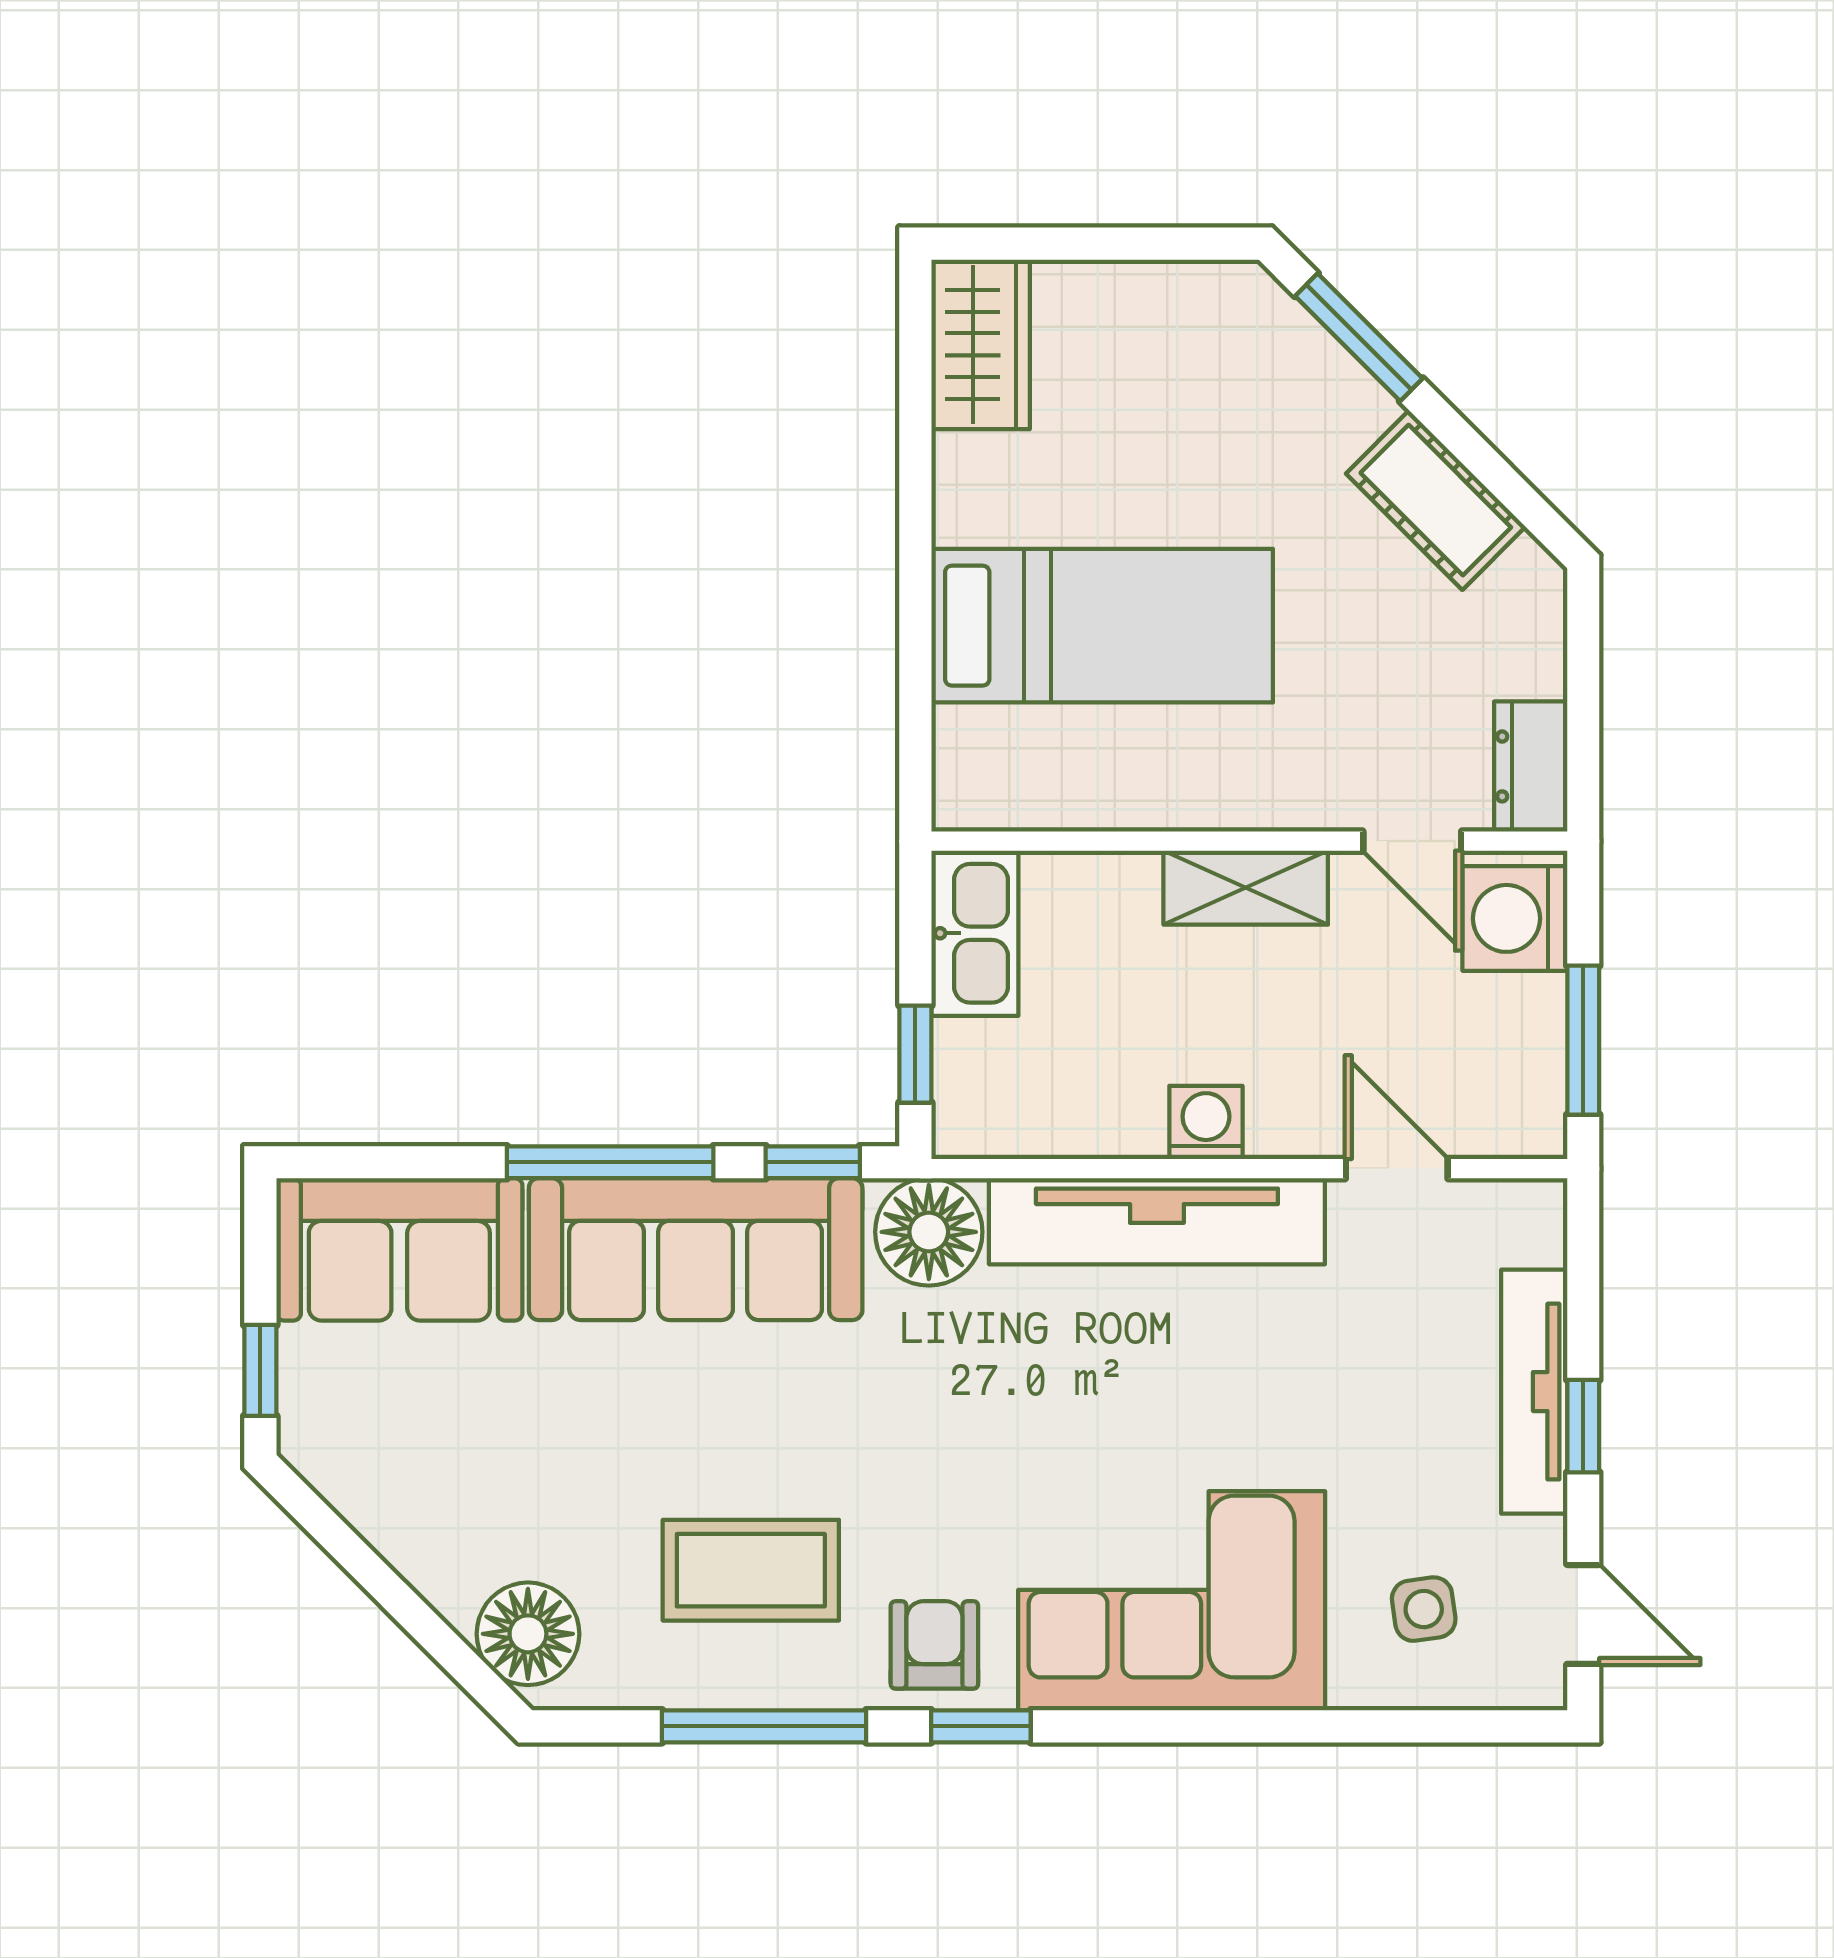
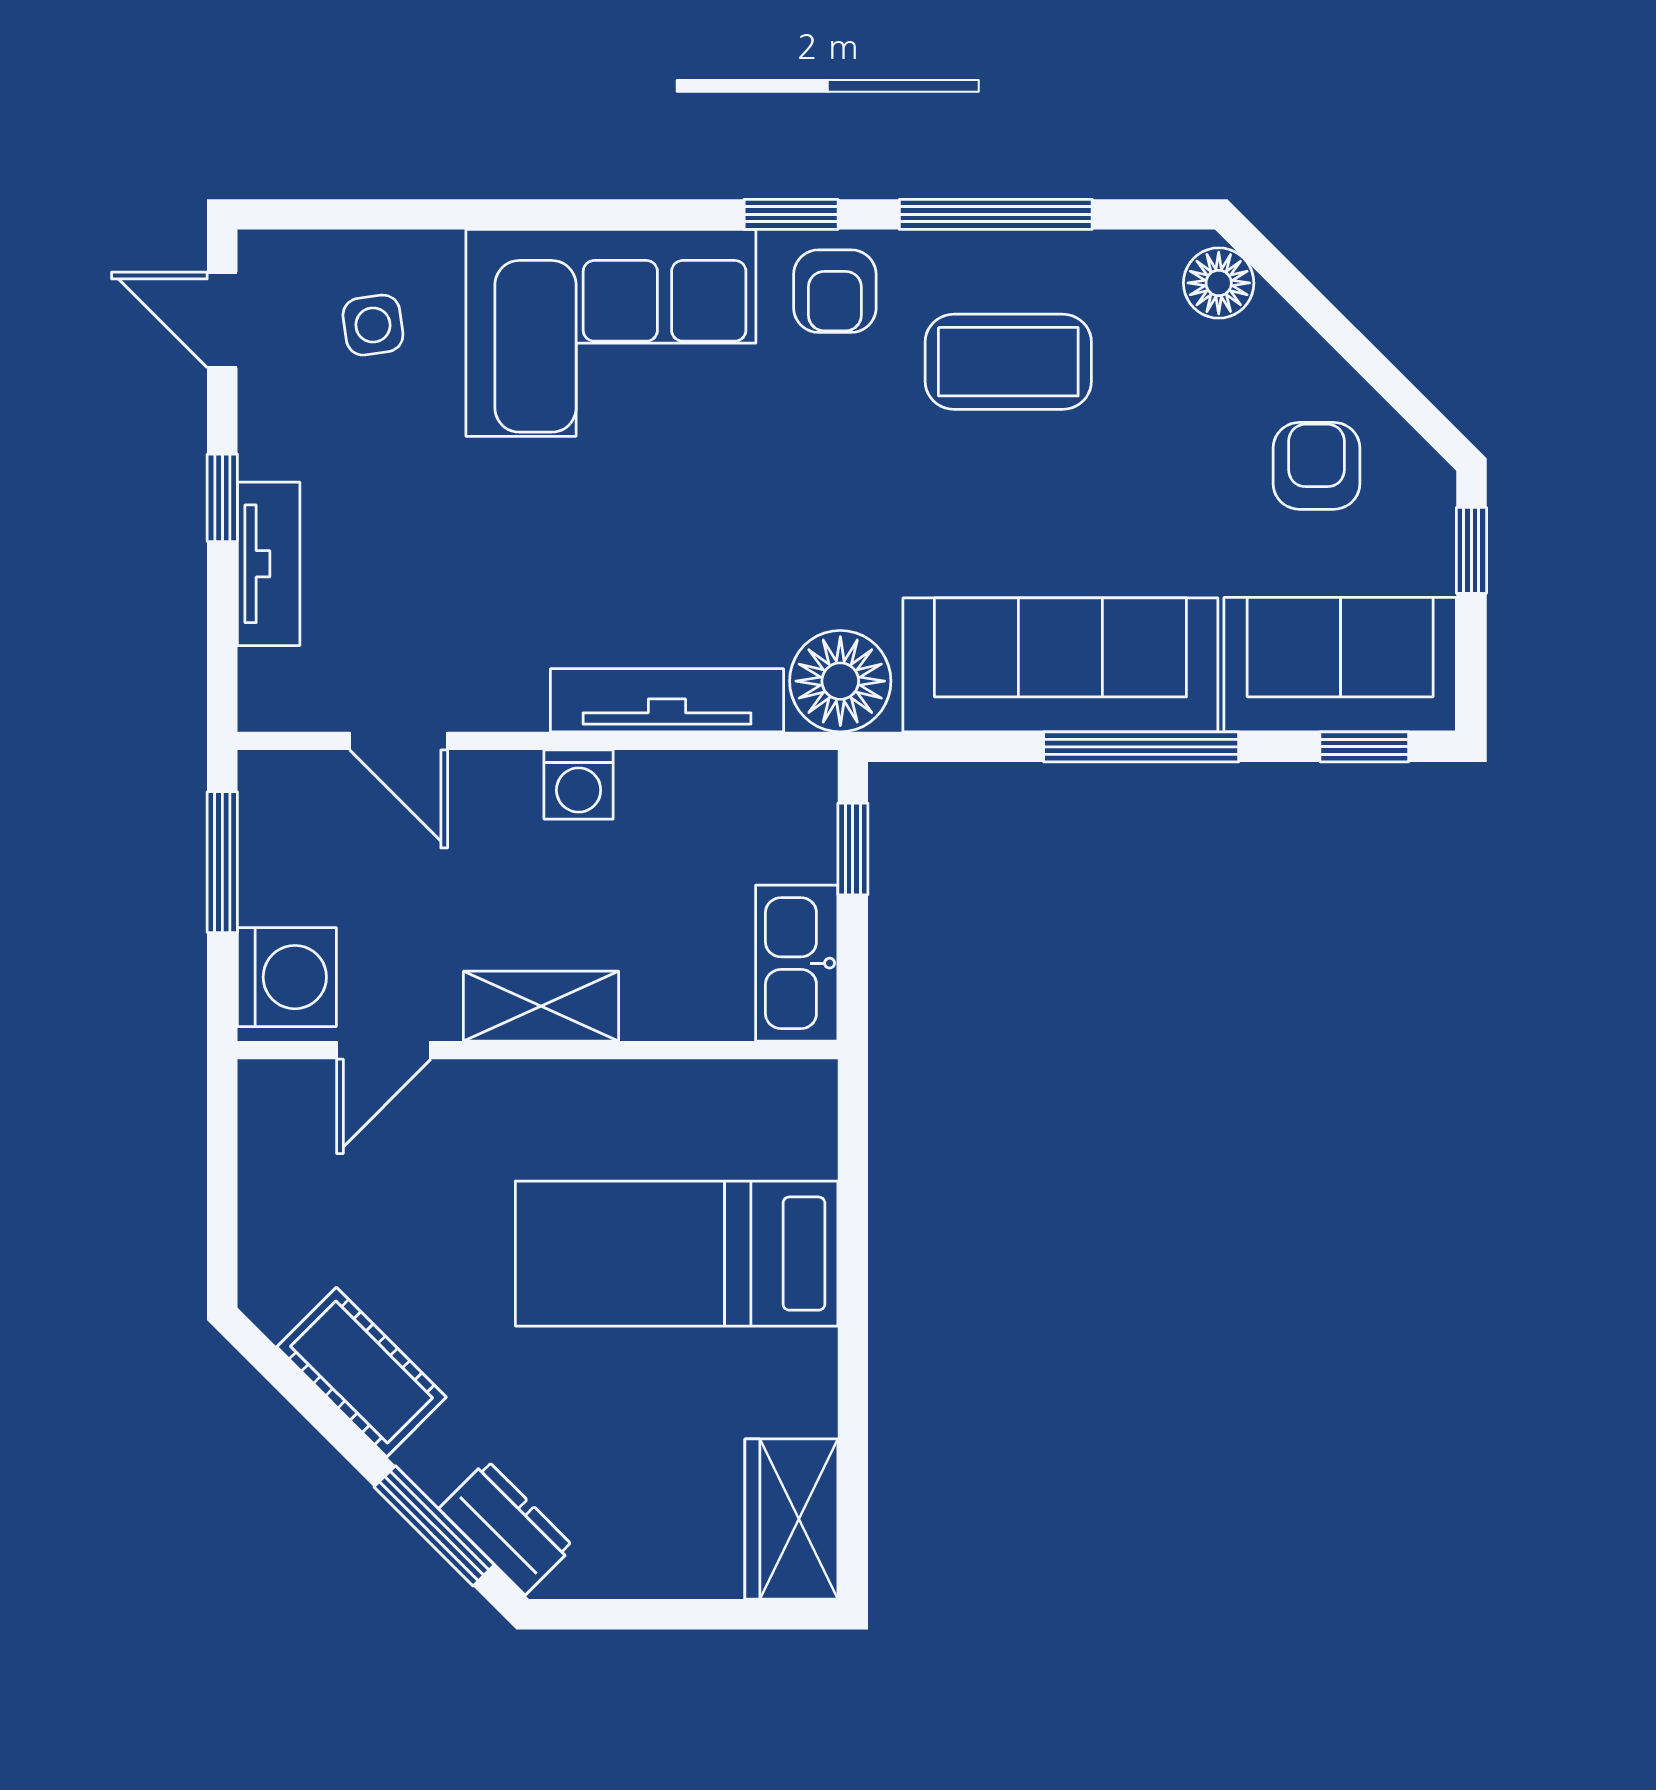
dresser: (1531, 766) -> (506, 1528), moved, turned -45
door: (1412, 841) -> (384, 1050), swing flipped
window: (813, 1162) -> (1364, 747), moved
tv unit: (1157, 1221) -> (667, 700), width x0.73, depth x0.78
tv unit: (1534, 1392) -> (269, 564), width x0.71
armchair: (424, 1460) -> (1317, 466), added
floor lamp: (528, 1634) -> (1219, 283), width x0.73, depth x0.73

